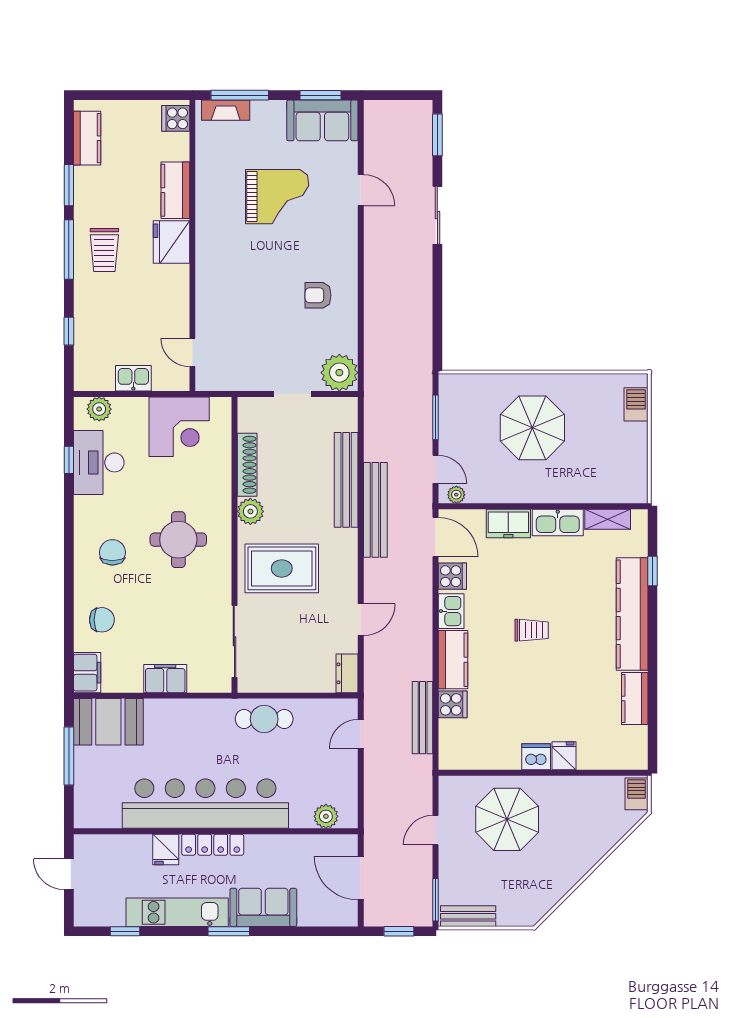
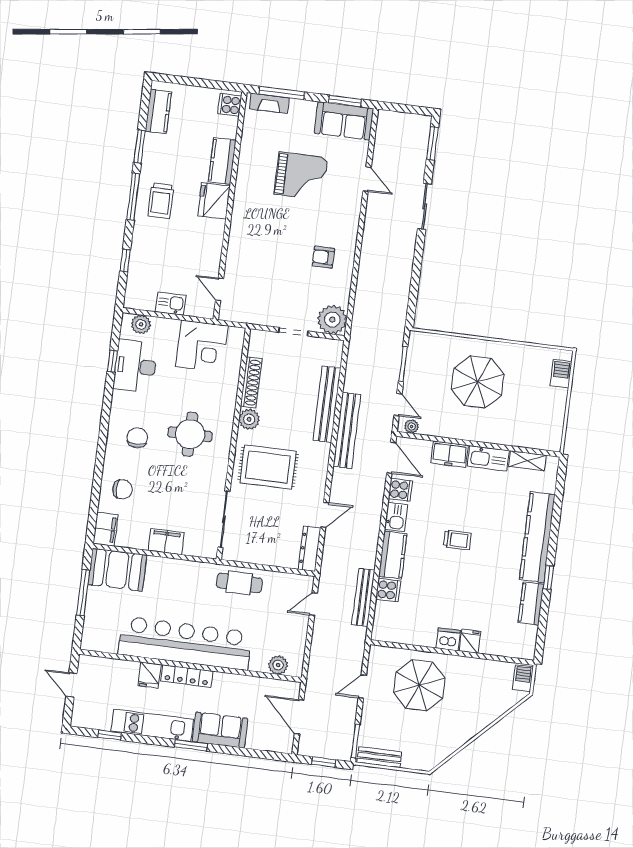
window: (653, 571) -> (548, 577), moved
dresser: (347, 673) -> (309, 549), width x1.44

